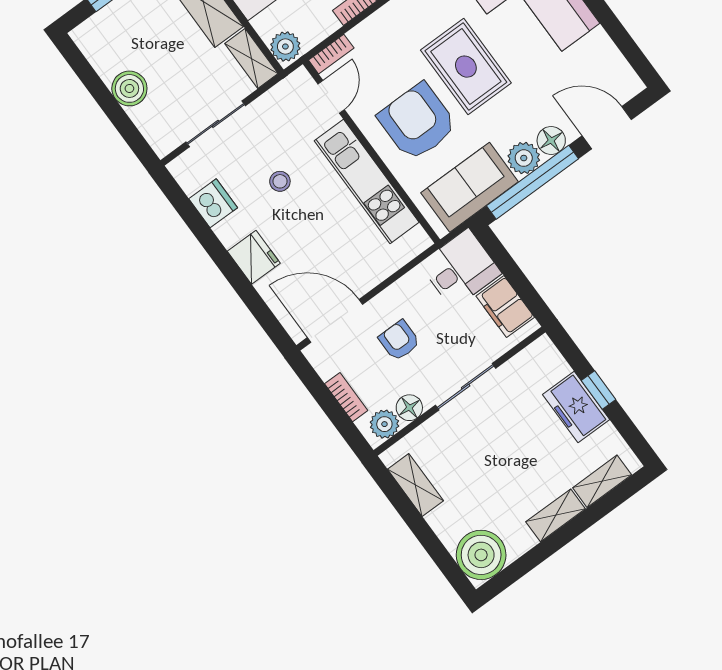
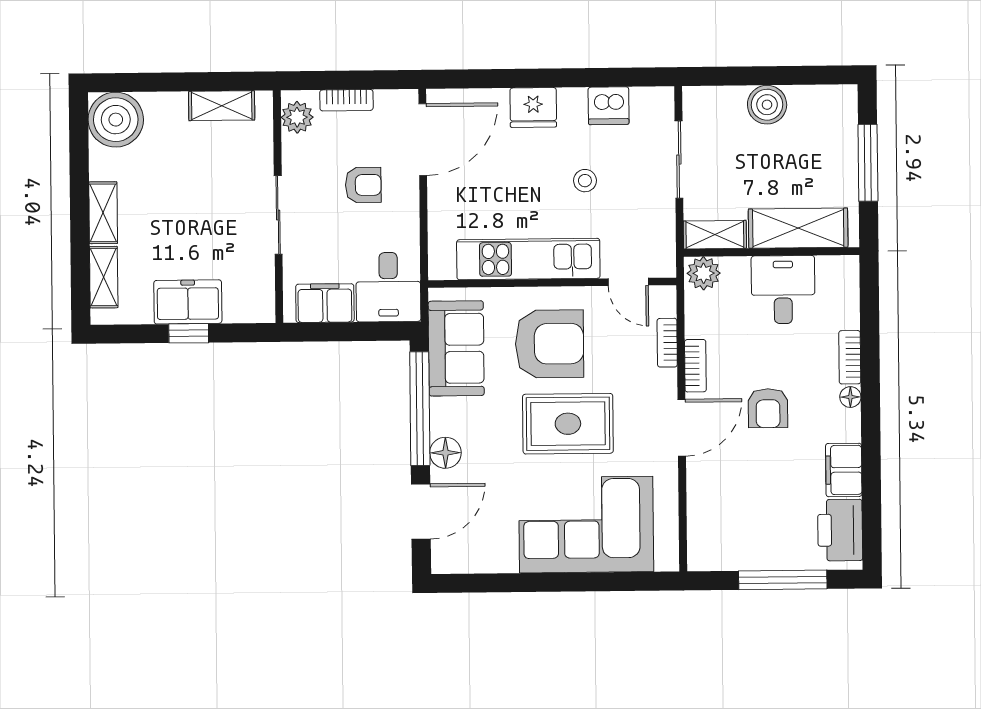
bookcase: (331, 54) -> (667, 343), moved
plant: (524, 158) -> (447, 417), removed
floor lamp: (409, 408) -> (296, 150), removed

